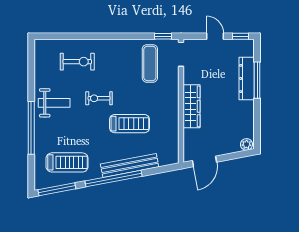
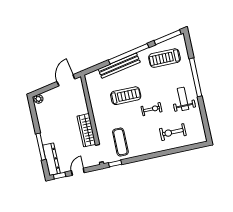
door: (215, 36) -> (78, 172), swing flipped
dresser: (247, 78) -> (51, 159), moved
weight bench: (54, 103) -> (183, 99), turned 90
wardrobe: (192, 106) -> (86, 130), moved
treadmill: (130, 124) -> (126, 96), turned 180

